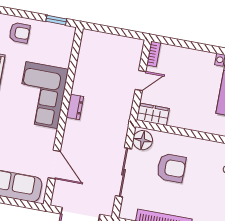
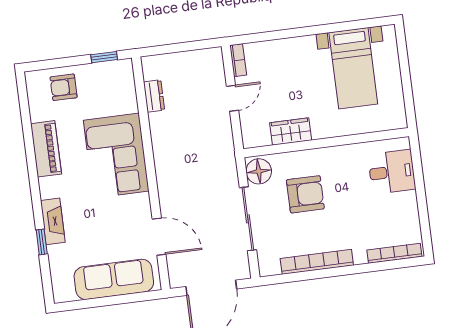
armchair: (19, 33) -> (64, 87), turned 180
dresser: (75, 107) -> (154, 96), moved
wardrobe: (153, 114) -> (291, 131), moved

